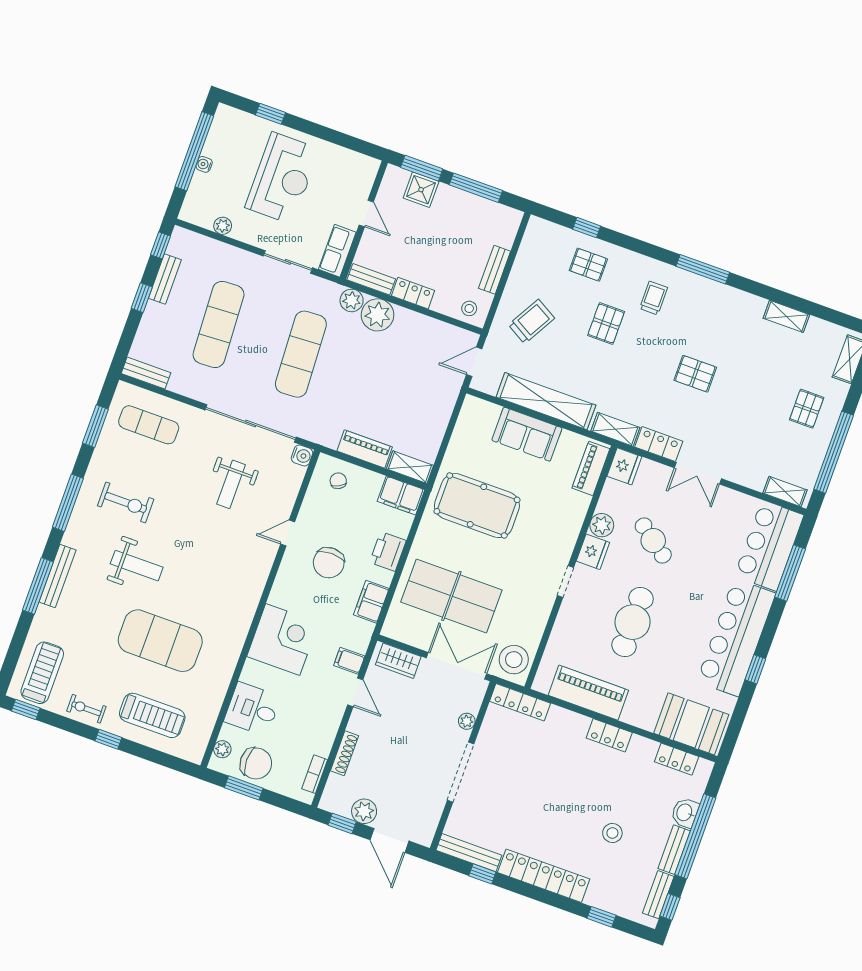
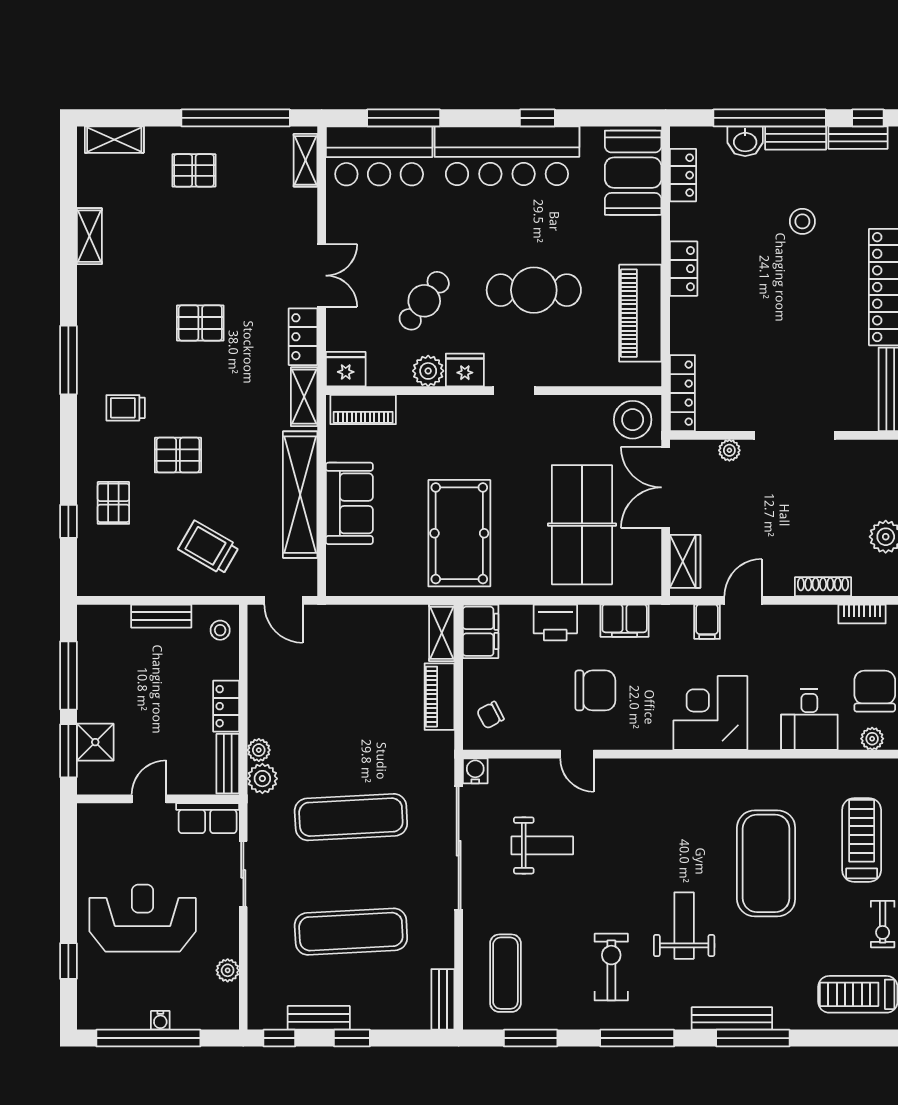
plant: (378, 315) -> (259, 750), width x0.53, depth x0.53
pallet: (695, 374) -> (200, 323), turned 90

